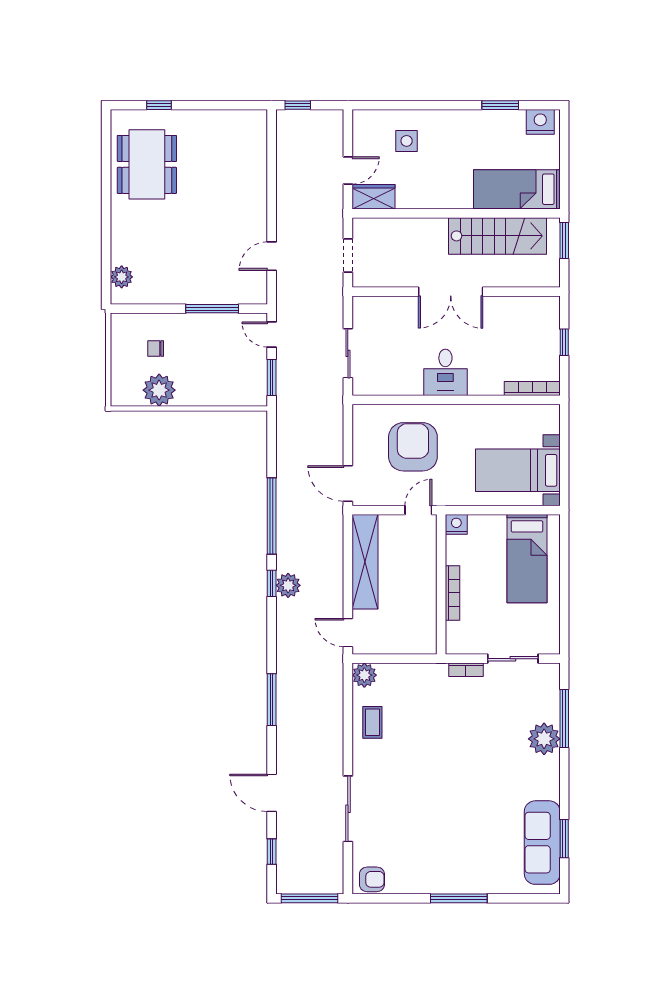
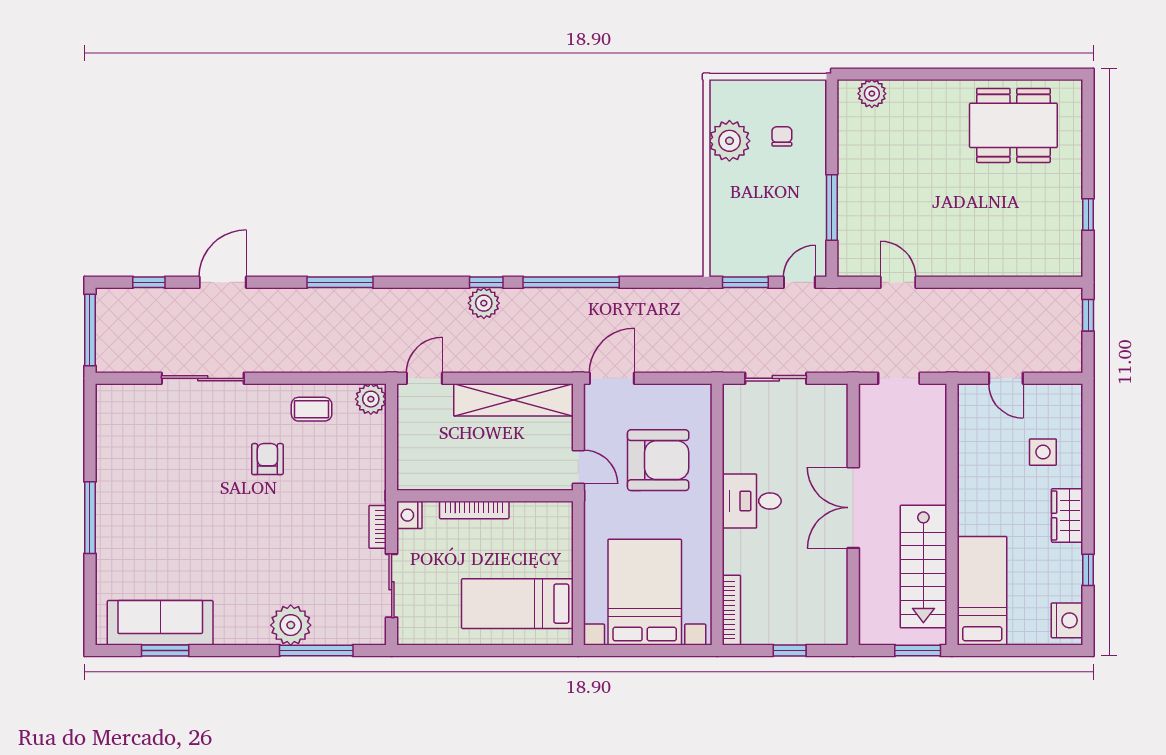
window: (159, 105) -> (1088, 215), moved
window: (500, 105) -> (1088, 570), width x0.67
wardrobe: (373, 197) -> (1067, 515), moved, turned 180
bed with nightstands: (518, 470) -> (645, 592), width x1.36
nightstand: (456, 524) -> (409, 515), moved, turned 180
armchair: (372, 879) -> (267, 459), moved, turned 180

